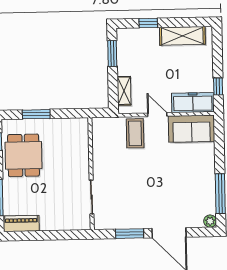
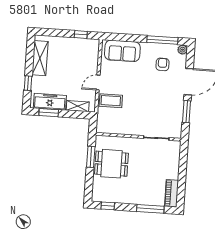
freezer: (193, 103) -> (50, 102), moved, turned 90
window: (36, 114) -> (91, 157), moved
sofa: (191, 129) -> (122, 51), moved, turned 90
dining table: (23, 155) -> (111, 164), moved
armchair: (189, 197) -> (162, 64), added

